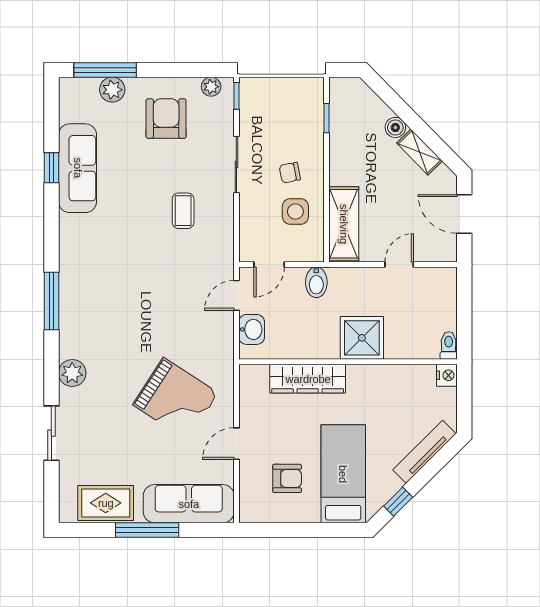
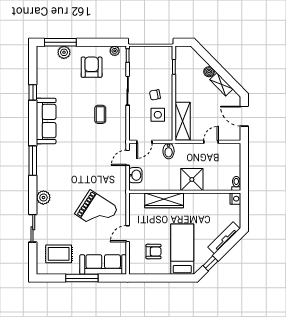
sofa: (78, 168) -> (46, 121), moved
rug: (106, 503) -> (59, 254), moved

